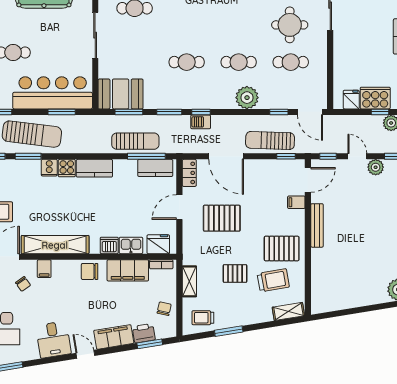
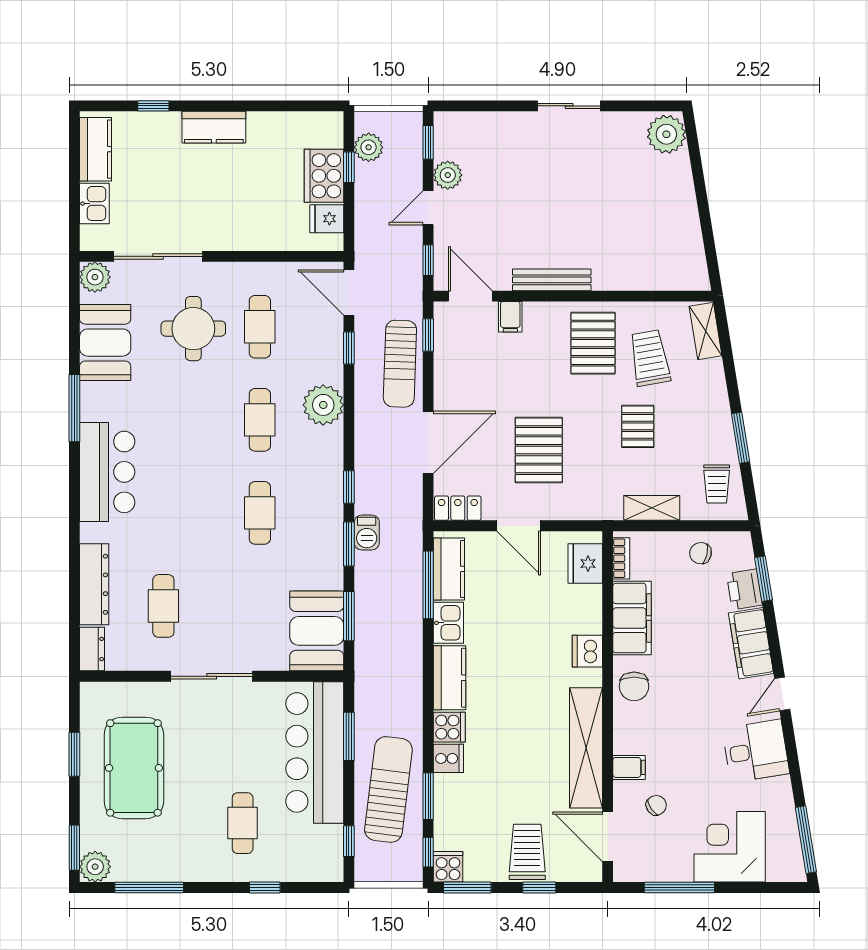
door: (310, 112) -> (349, 292), swing flipped
barbecue: (201, 122) -> (367, 533), moved
sun lounger: (135, 141) -> (401, 604), removed
kitchen sink: (131, 245) -> (448, 623), moved, turned 180

